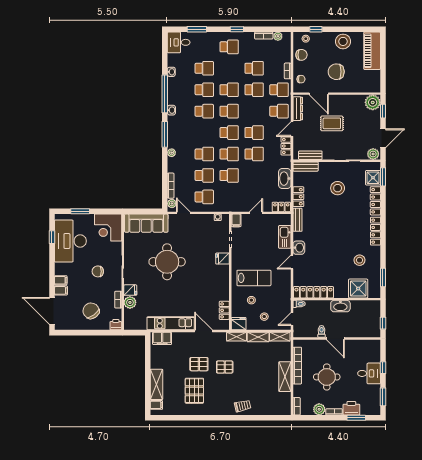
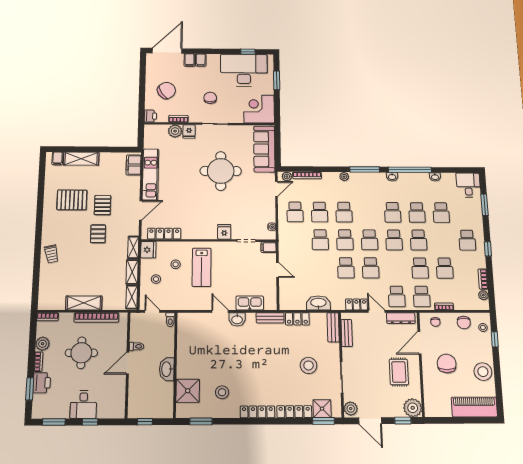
rug: (332, 123) -> (399, 372), moved
locker: (281, 207) -> (285, 299), removed
locker: (313, 292) -> (184, 337), removed
locker: (224, 310) -> (164, 234), width x1.53

